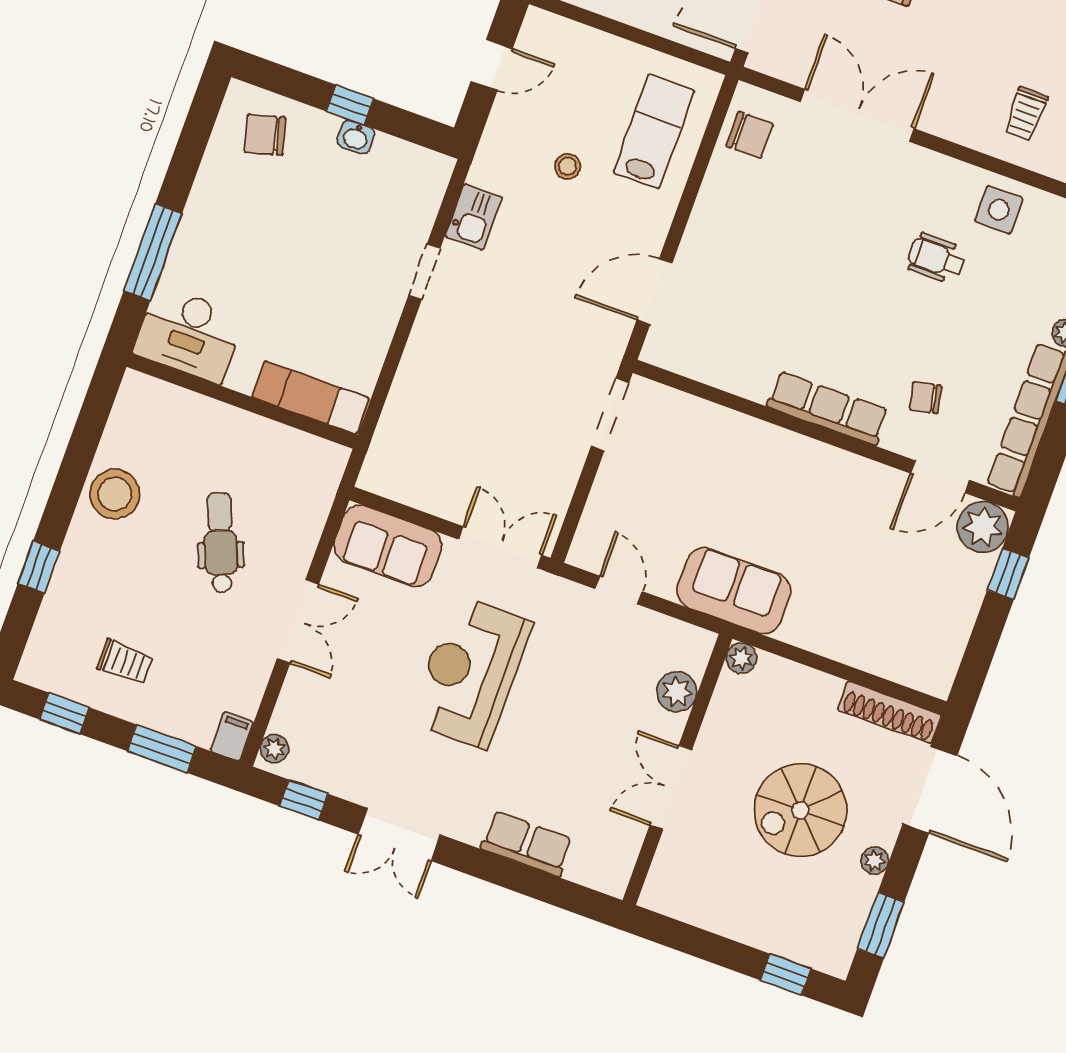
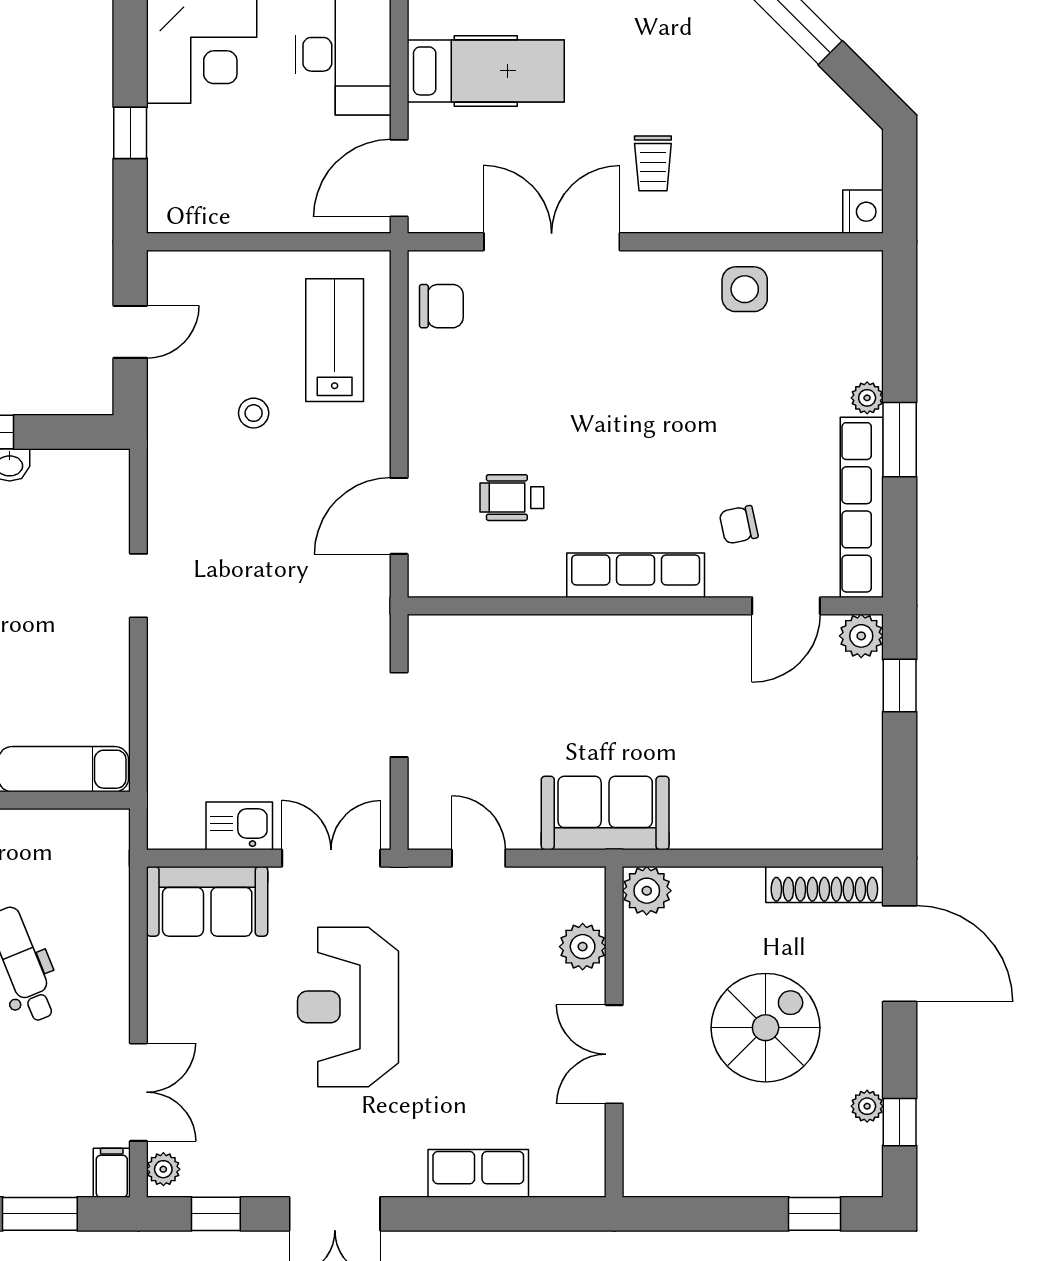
trolley: (1026, 114) -> (653, 163), moved
kitchen sink: (474, 217) -> (239, 826), moved, turned -90
wheelchair: (936, 258) -> (512, 498), moved
doorway: (610, 415) -> (399, 715), moved
plant: (983, 527) -> (861, 636), width x0.73, depth x0.73
double door: (298, 621) -> (138, 1092), moved
plant: (741, 658) -> (647, 891), width x1.38, depth x1.38
spiral stairs: (800, 810) -> (766, 1028), turned 180
plant: (875, 861) -> (867, 1106), moved
window: (881, 925) -> (900, 1122), width x0.67

